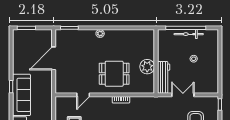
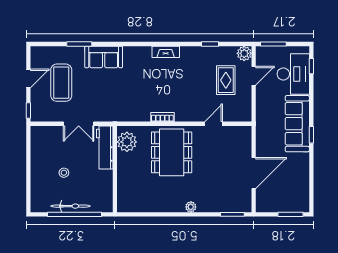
plant: (147, 67) -> (127, 142), moved
dining table: (114, 74) -> (172, 152), width x1.38

